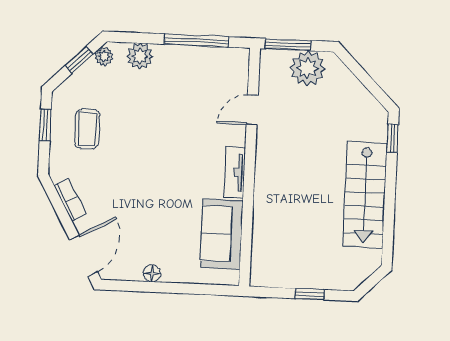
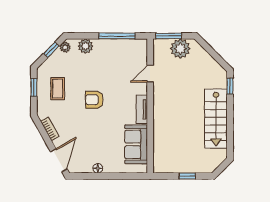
armchair: (151, 152) -> (94, 100), added

